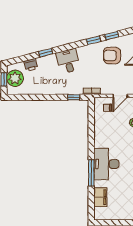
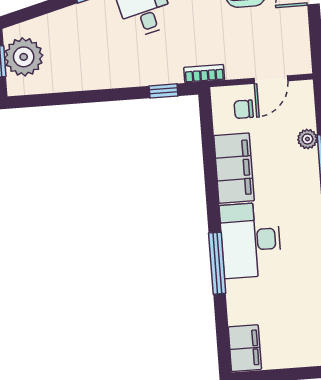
printer: (31, 65) -> (58, 23), removed
filing cabinet: (101, 133) -> (234, 168), added
filing cabinet: (100, 197) -> (245, 348), moved

